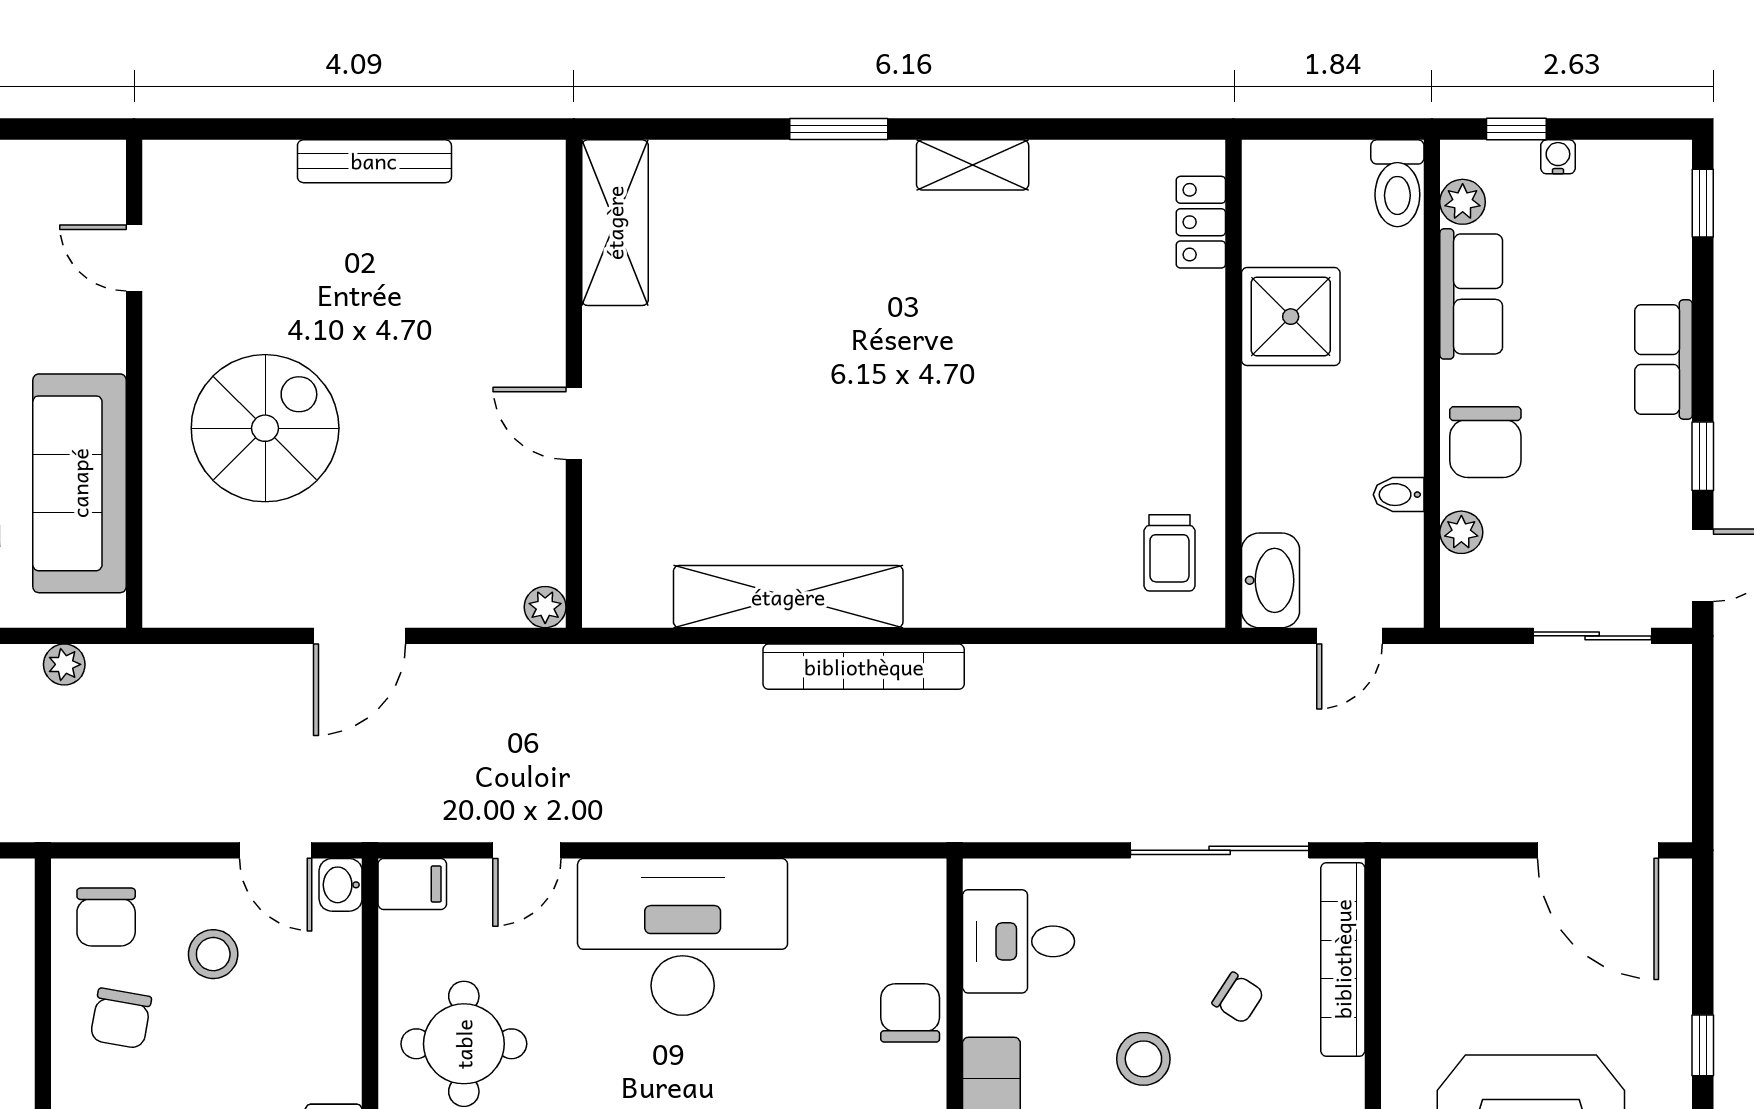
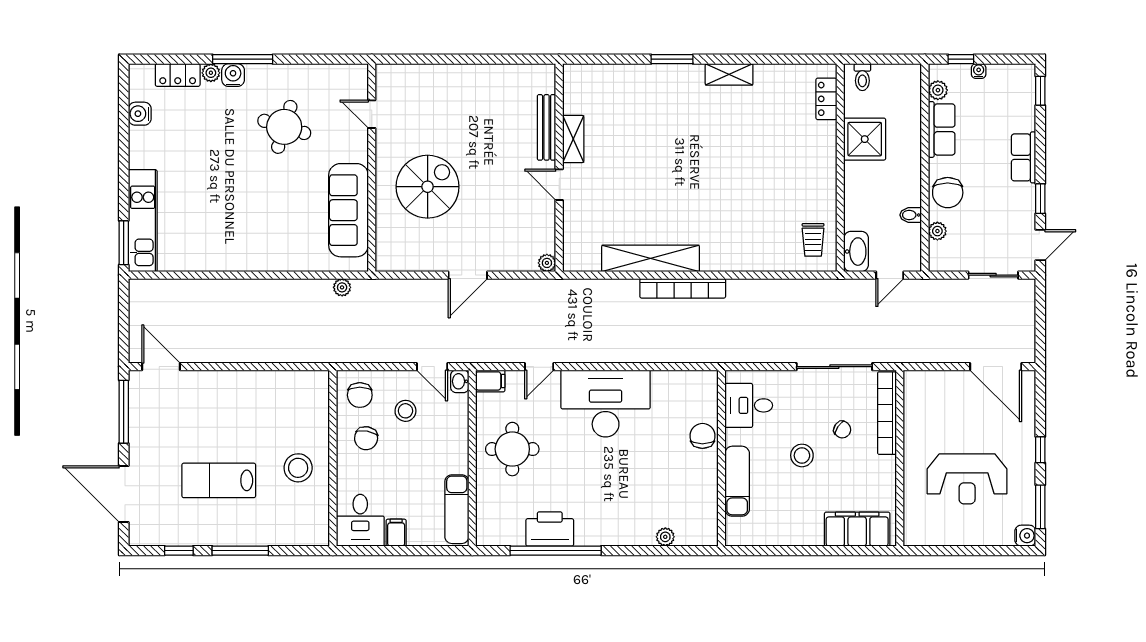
bench: (374, 161) -> (547, 127), moved, turned 90
toilet: (1397, 183) -> (862, 77), moved, width x0.73, depth x0.72
shelving: (615, 223) -> (573, 139), moved, width x0.67, depth x0.75

